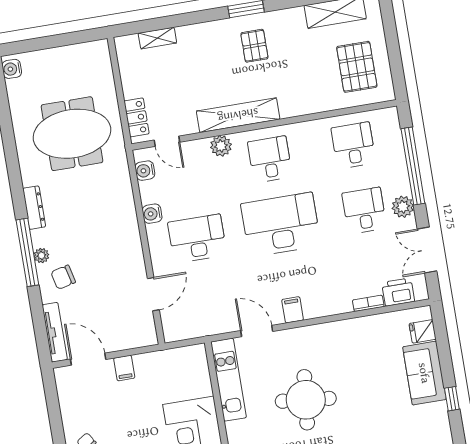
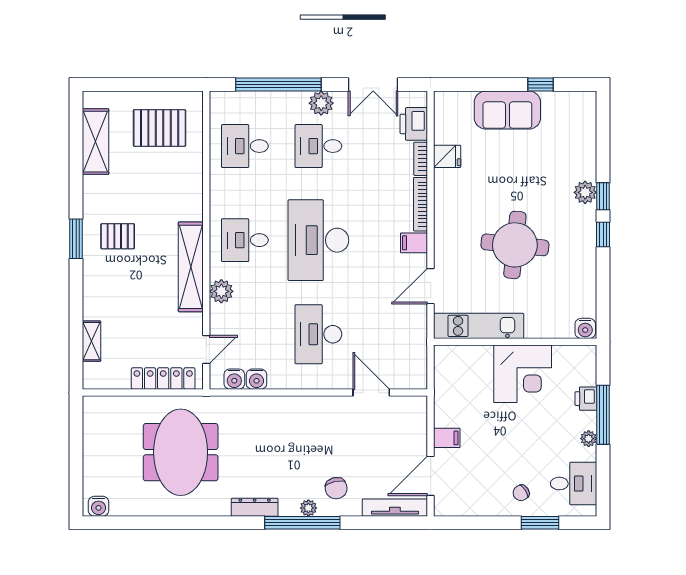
locker: (137, 117) -> (163, 379), width x1.53
water cooler: (152, 214) -> (256, 379), moved
bookcase: (328, 310) -> (420, 204), added
fridge: (423, 331) -> (447, 156), moved, turned -90

